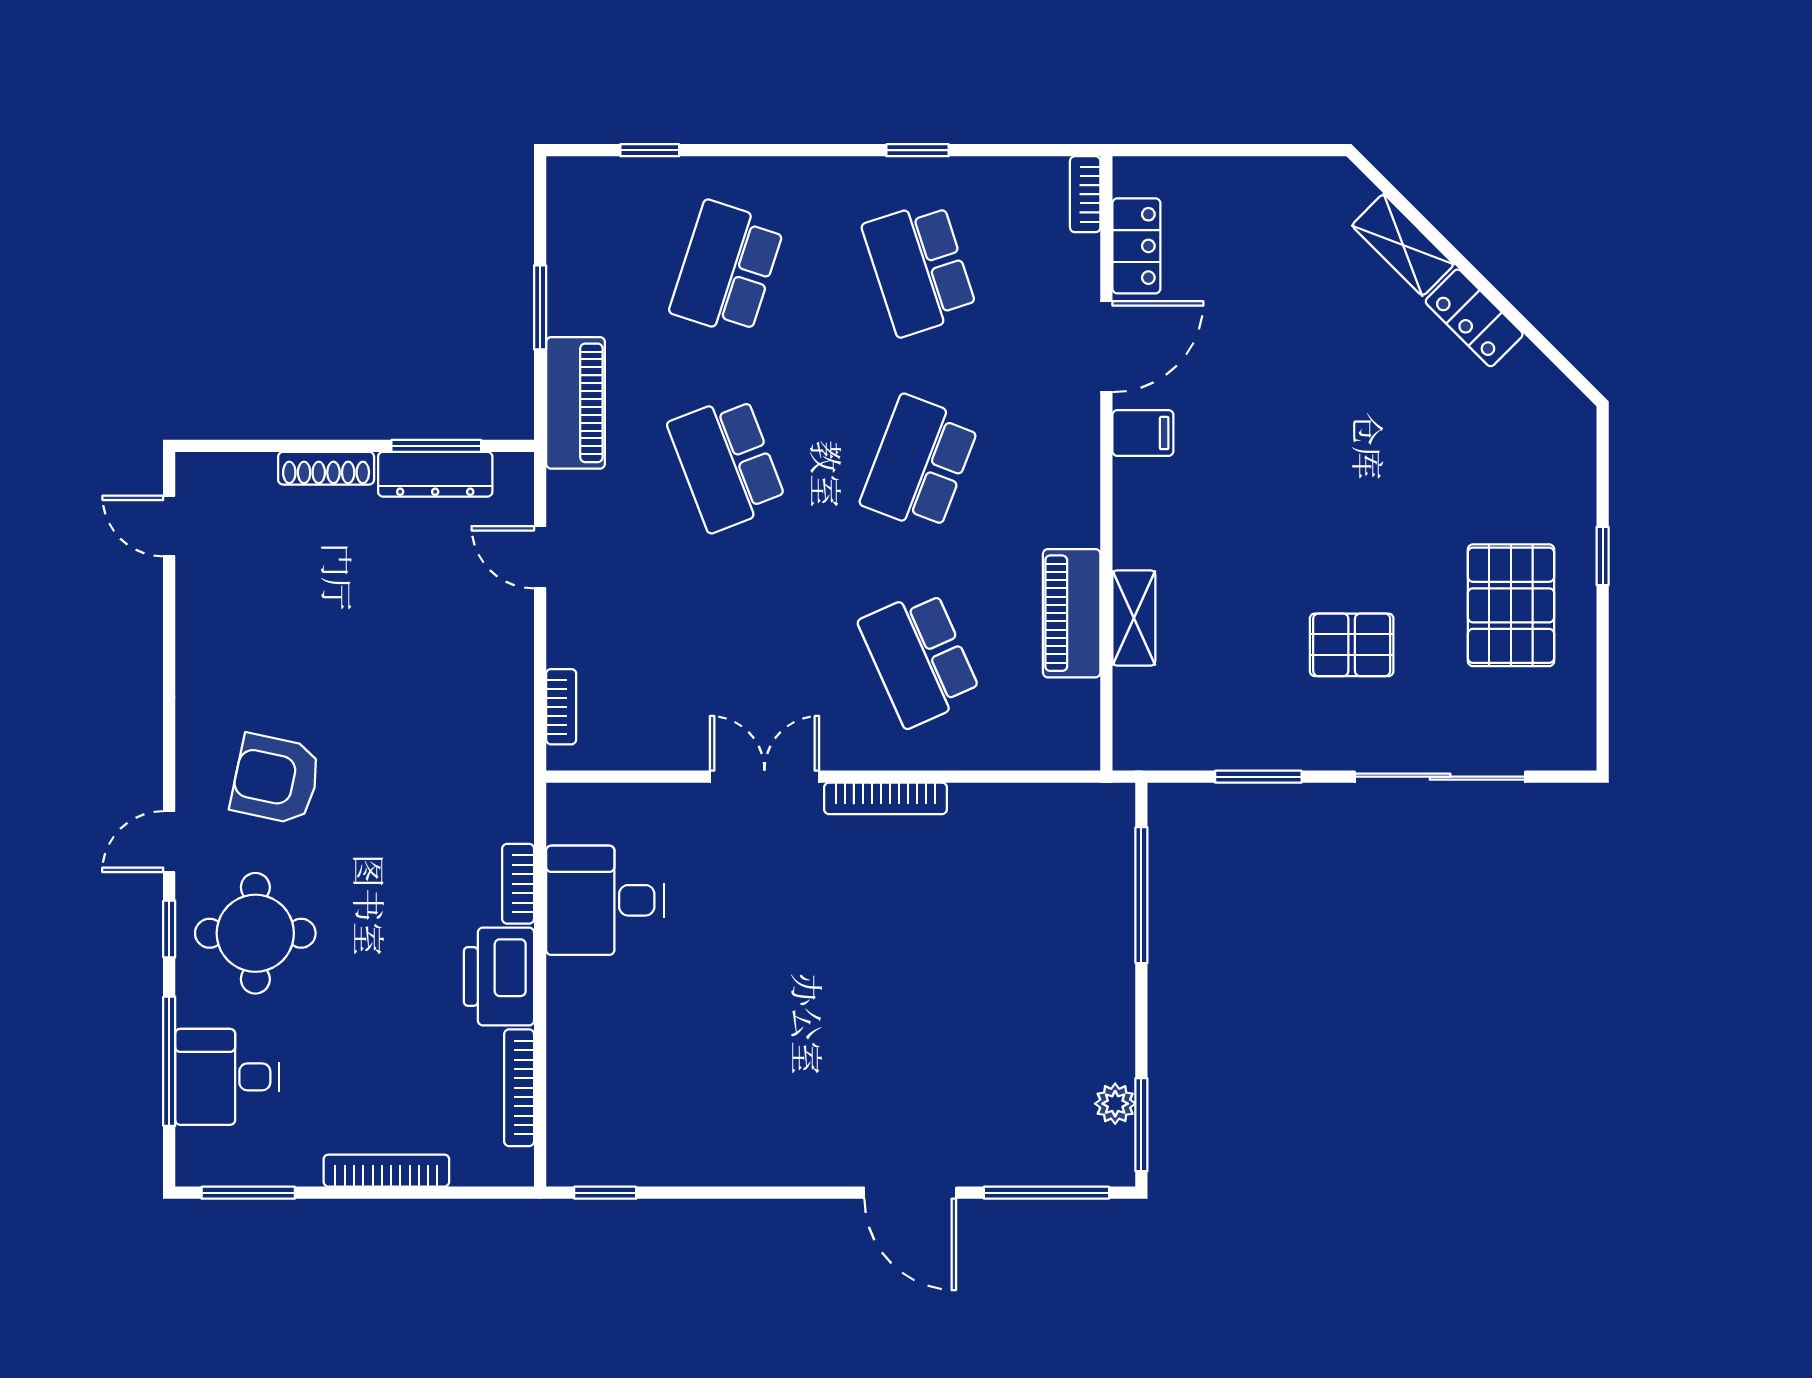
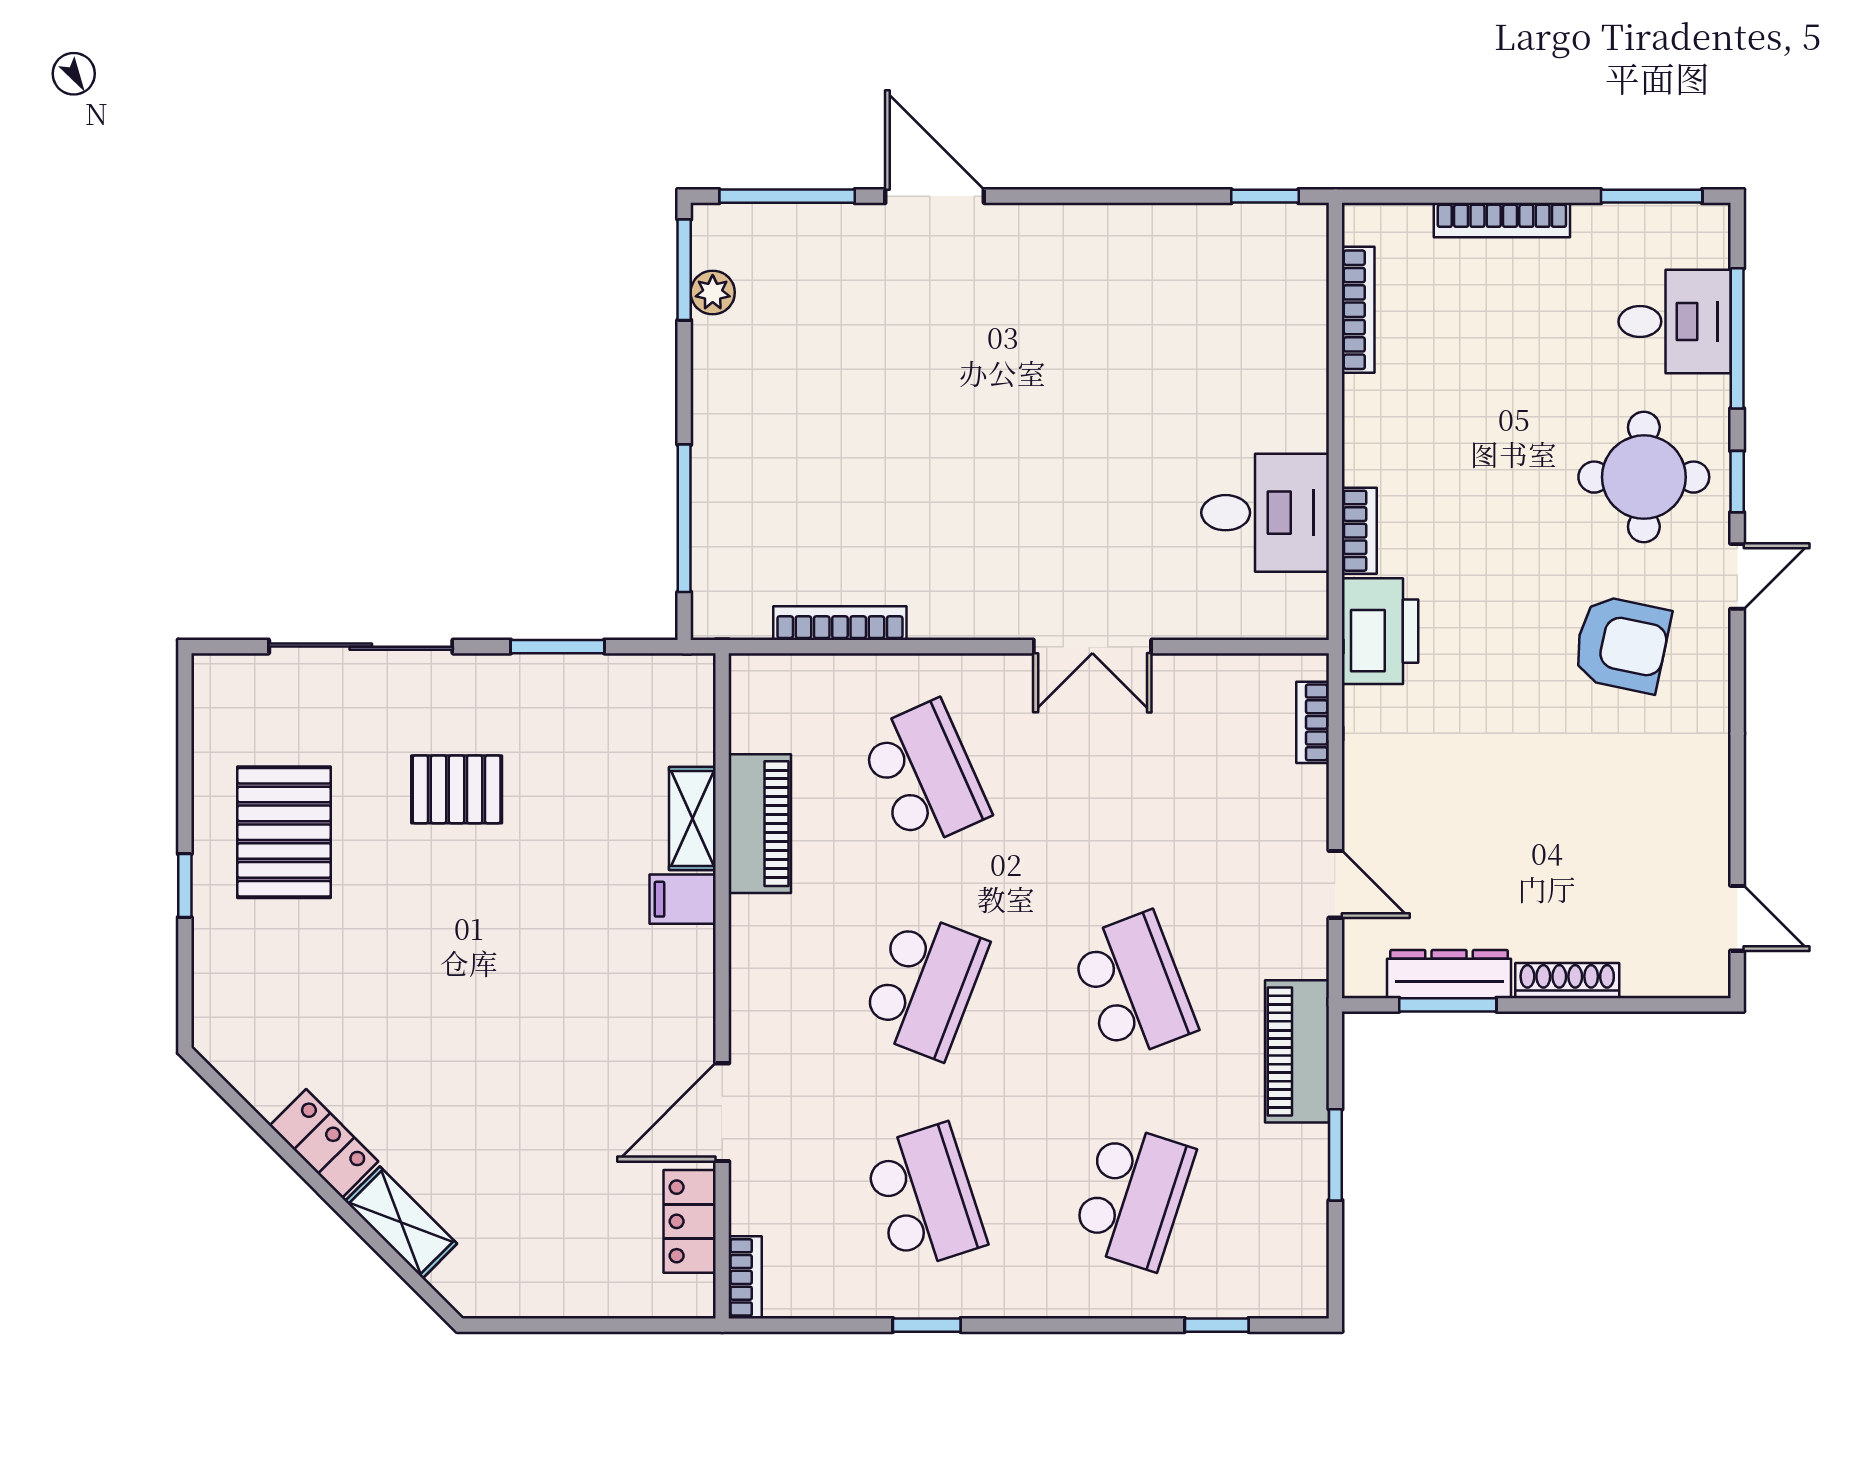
filing cabinet: (1143, 433) -> (683, 899), moved
bookcase: (886, 798) -> (840, 623), moved
printer: (499, 976) -> (1380, 631), moved

